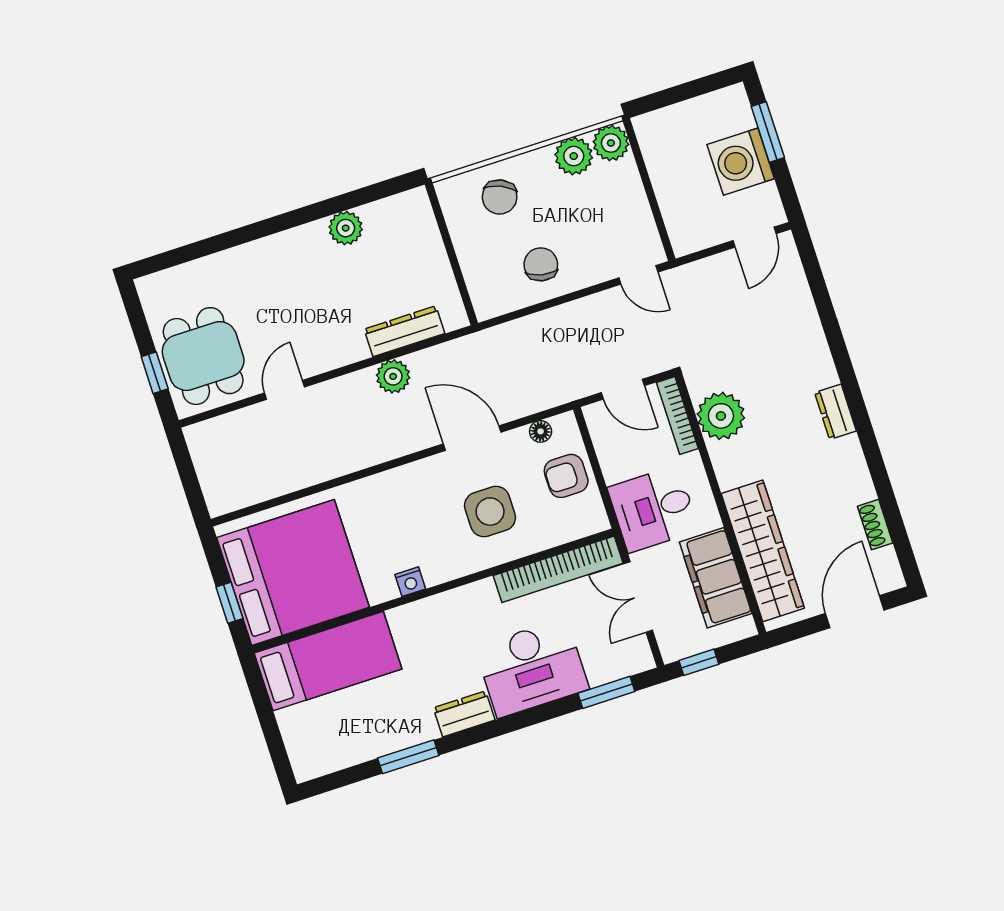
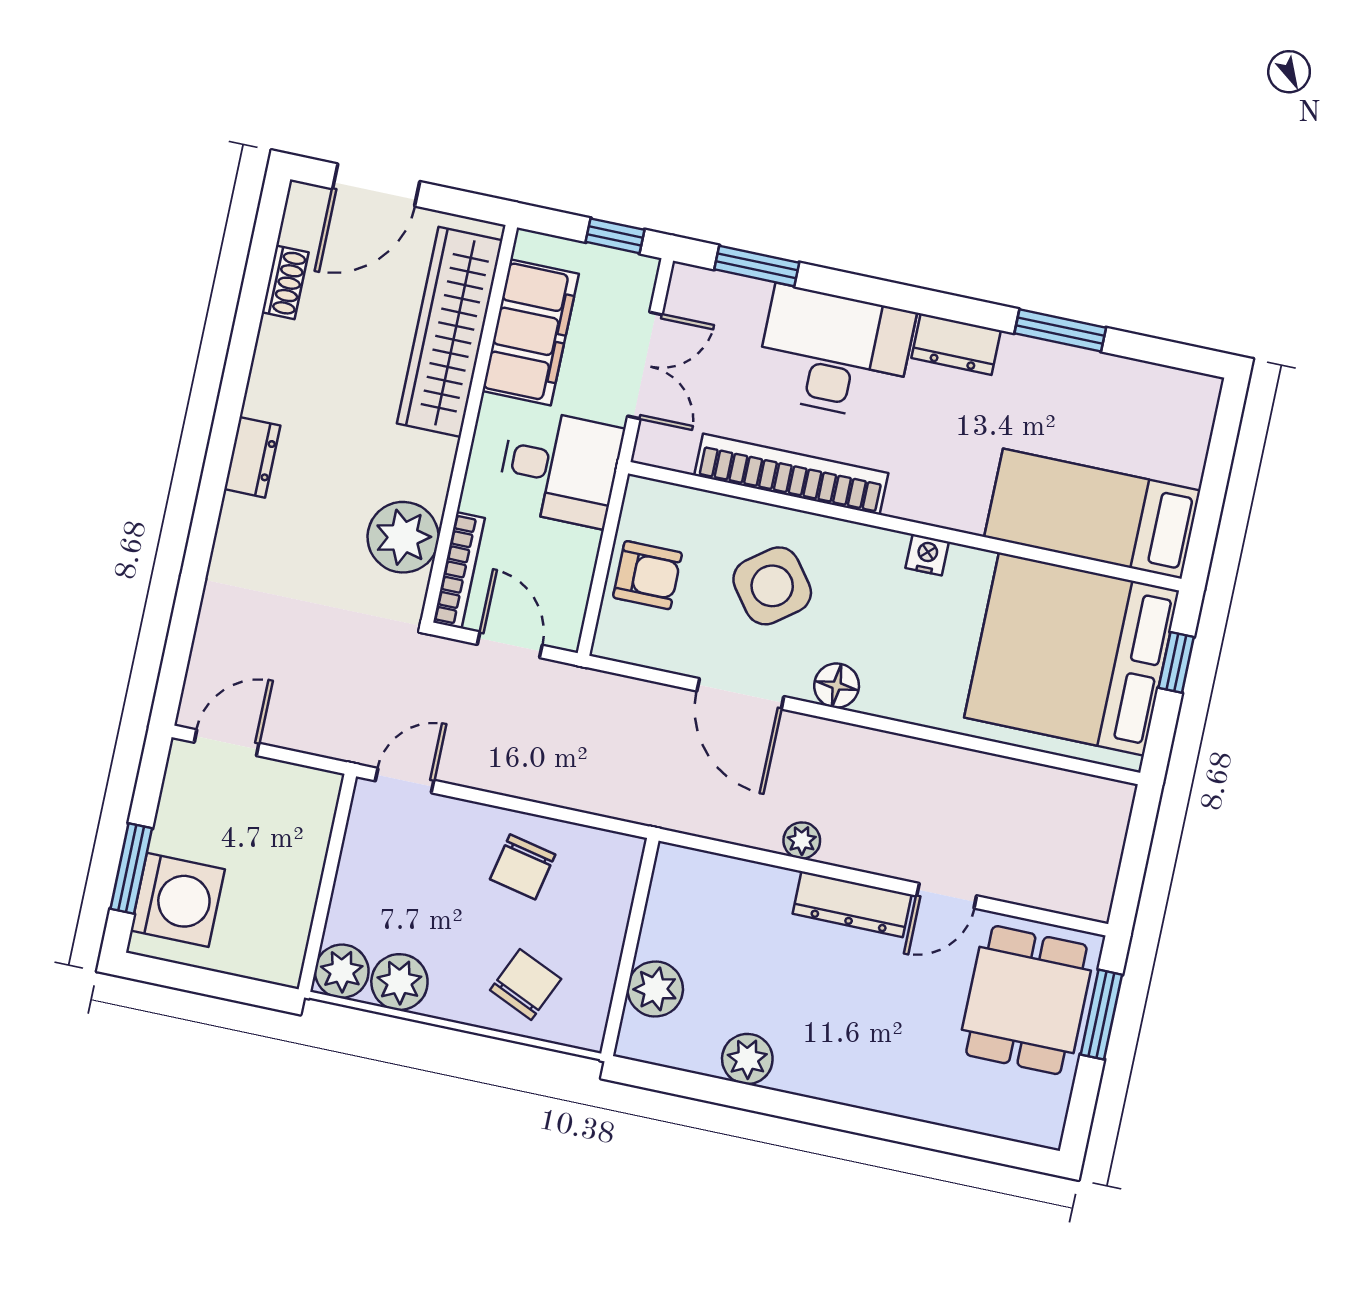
washing machine: (741, 162) -> (178, 900), moved
plant: (423, 238) -> (655, 989), added
door: (638, 275) -> (405, 781), hinge flipped
dresser: (404, 331) -> (852, 904), moved
window: (155, 373) -> (1101, 1015), width x1.50
plant: (393, 376) -> (802, 840), width x0.73, depth x0.73
floor lamp: (541, 431) -> (837, 686), moved, width x1.37, depth x1.37
side table: (490, 512) -> (772, 586), turned -37
bookcase: (558, 569) -> (791, 474), moved

